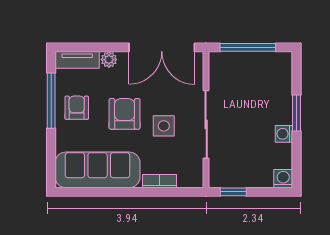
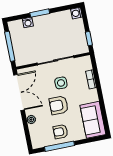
tv unit: (77, 60) -> (35, 137), removed
washing machine: (284, 134) -> (28, 22), moved
sofa: (98, 170) -> (93, 120), width x0.73

